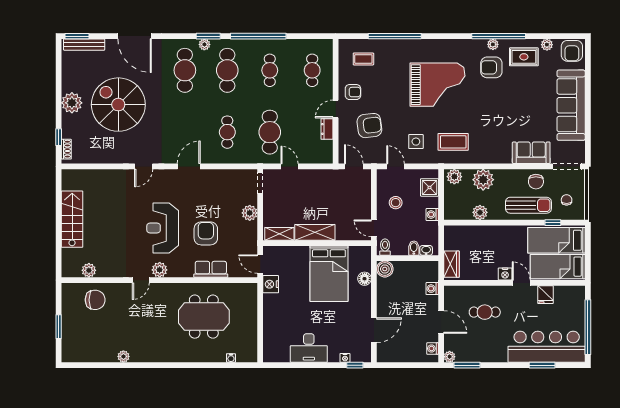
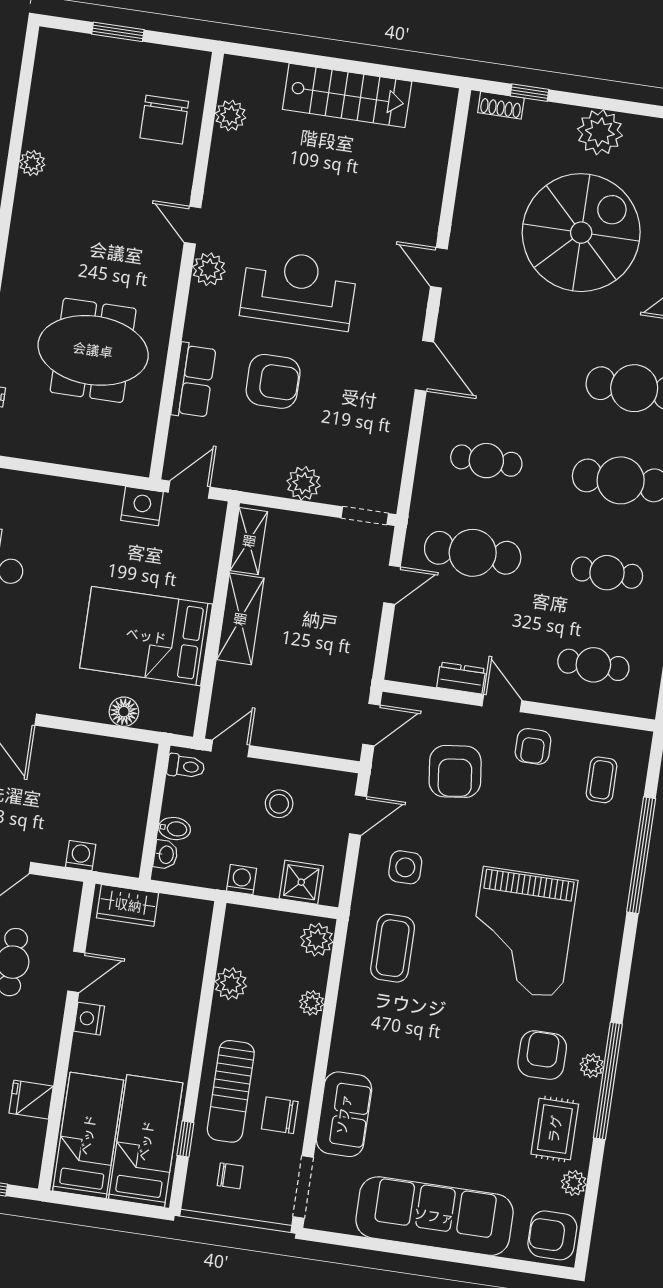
plant: (483, 180) -> (312, 1003), width x0.53, depth x0.53
boiler: (385, 269) -> (138, 759), removed
door: (521, 283) -> (76, 972), moved
meeting table: (204, 317) -> (93, 350), turned 90

